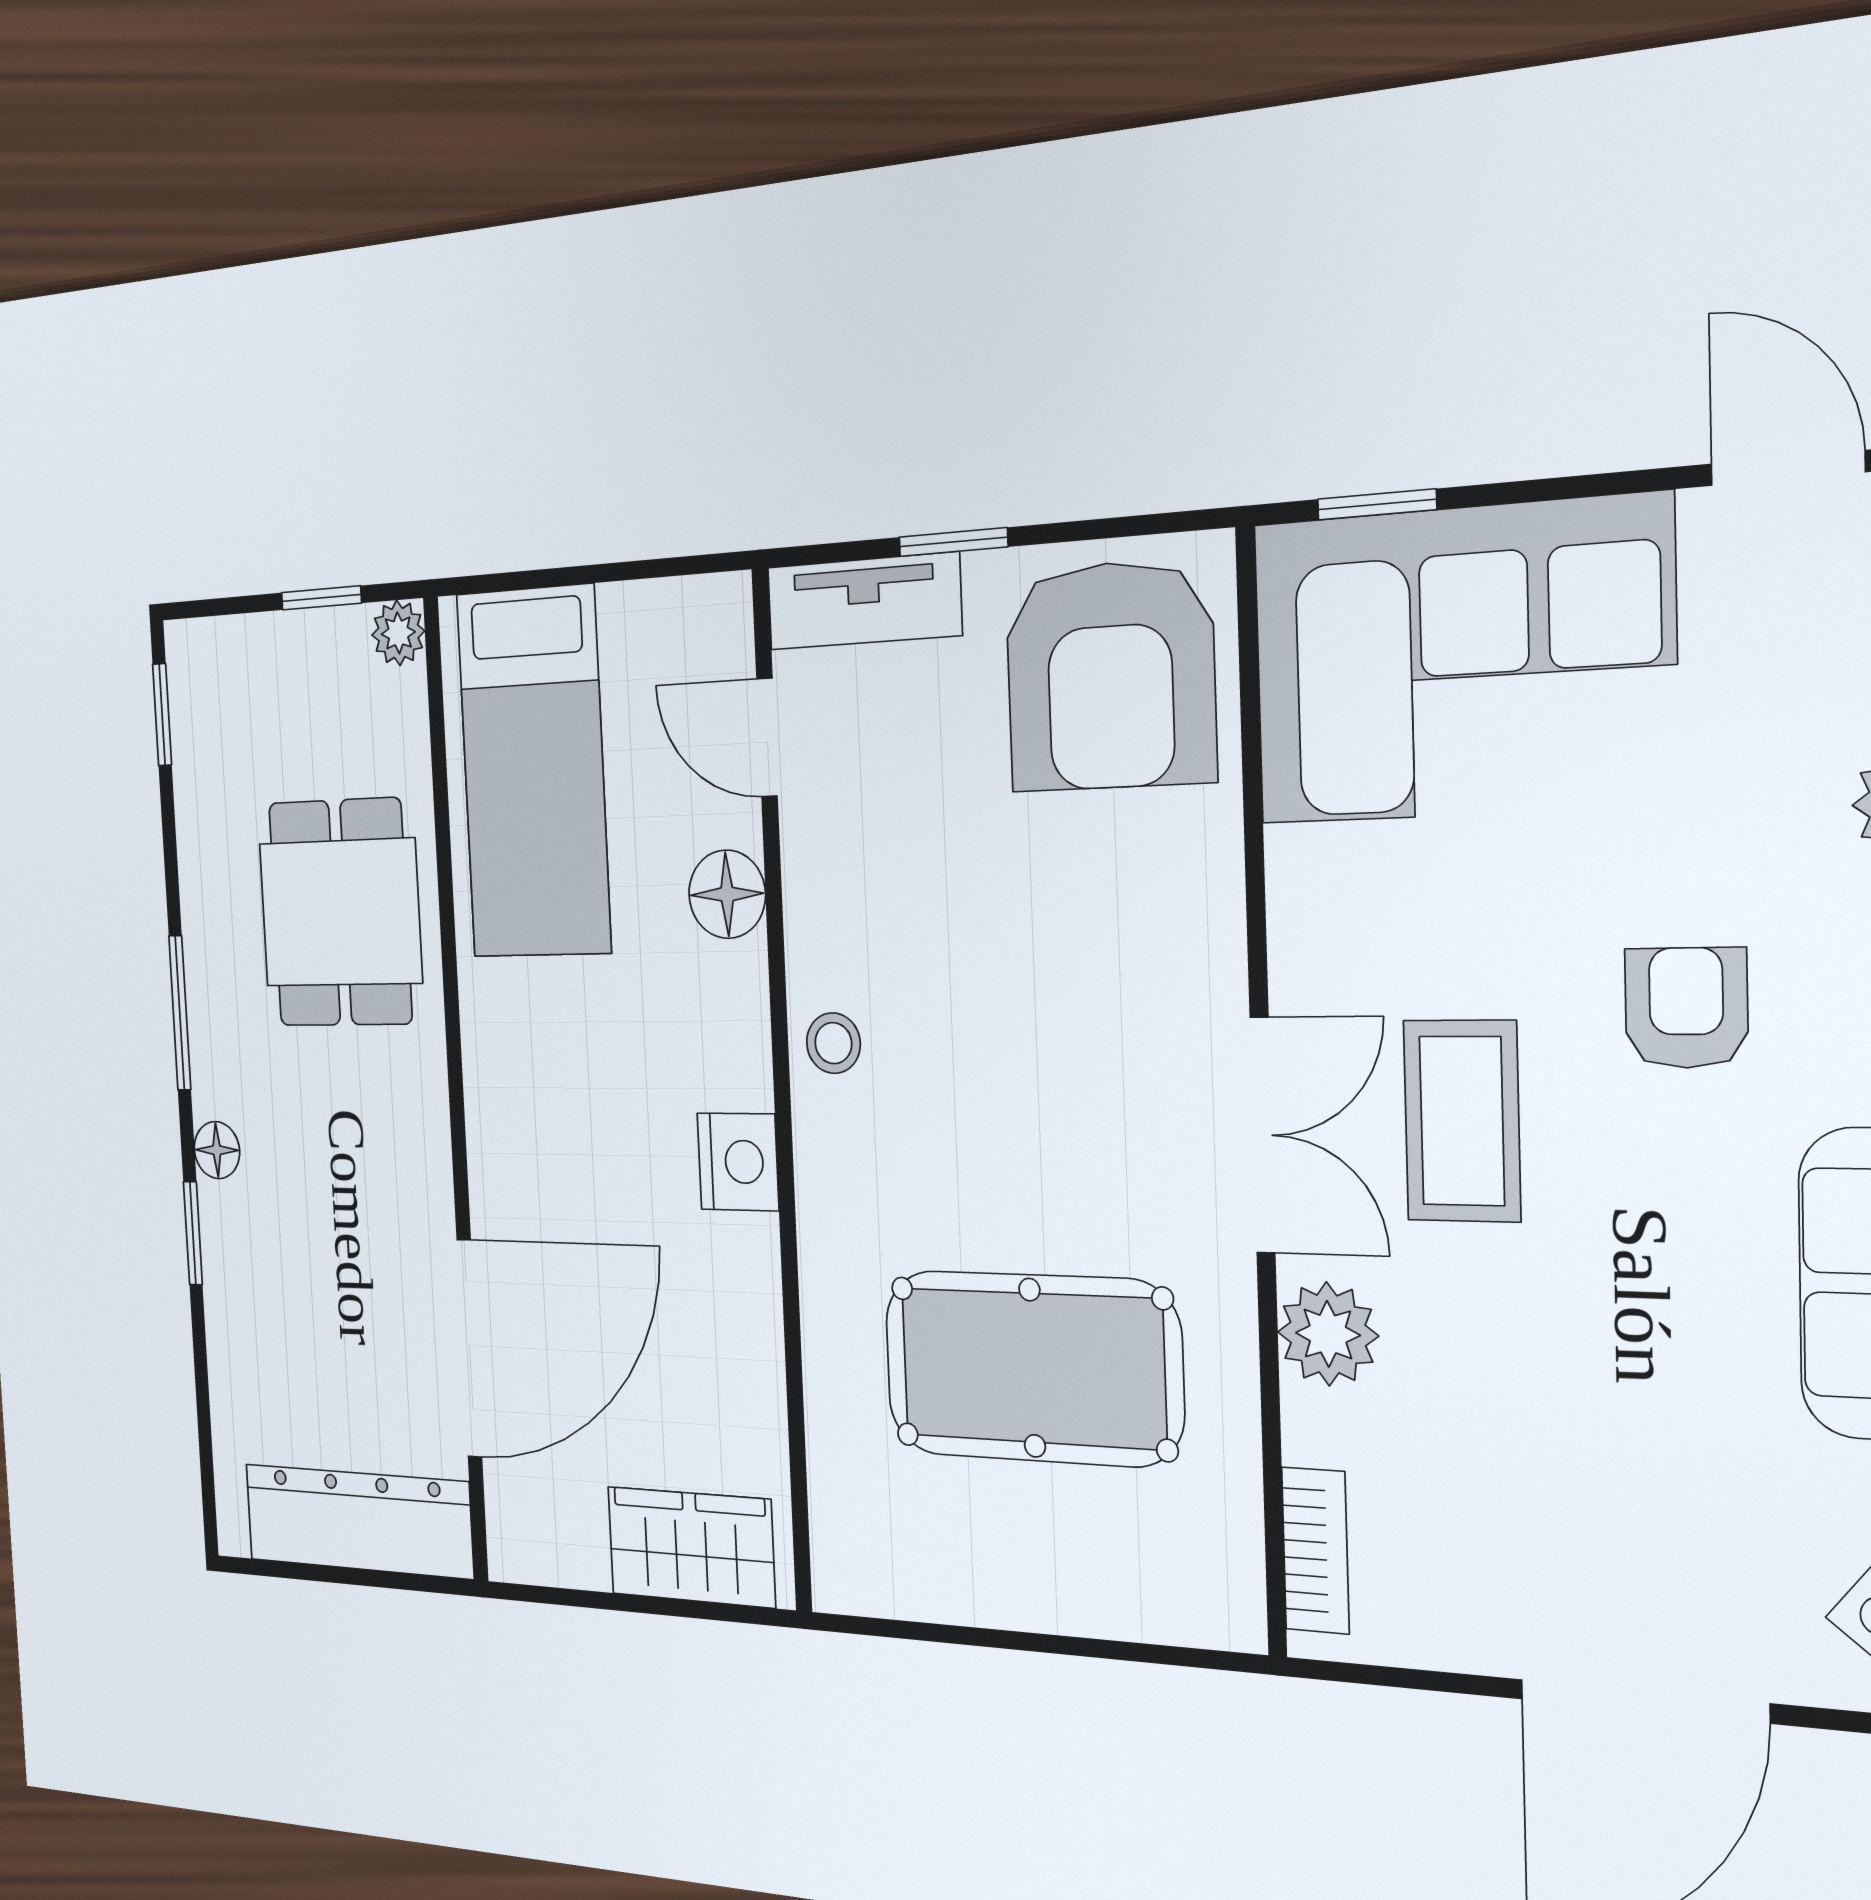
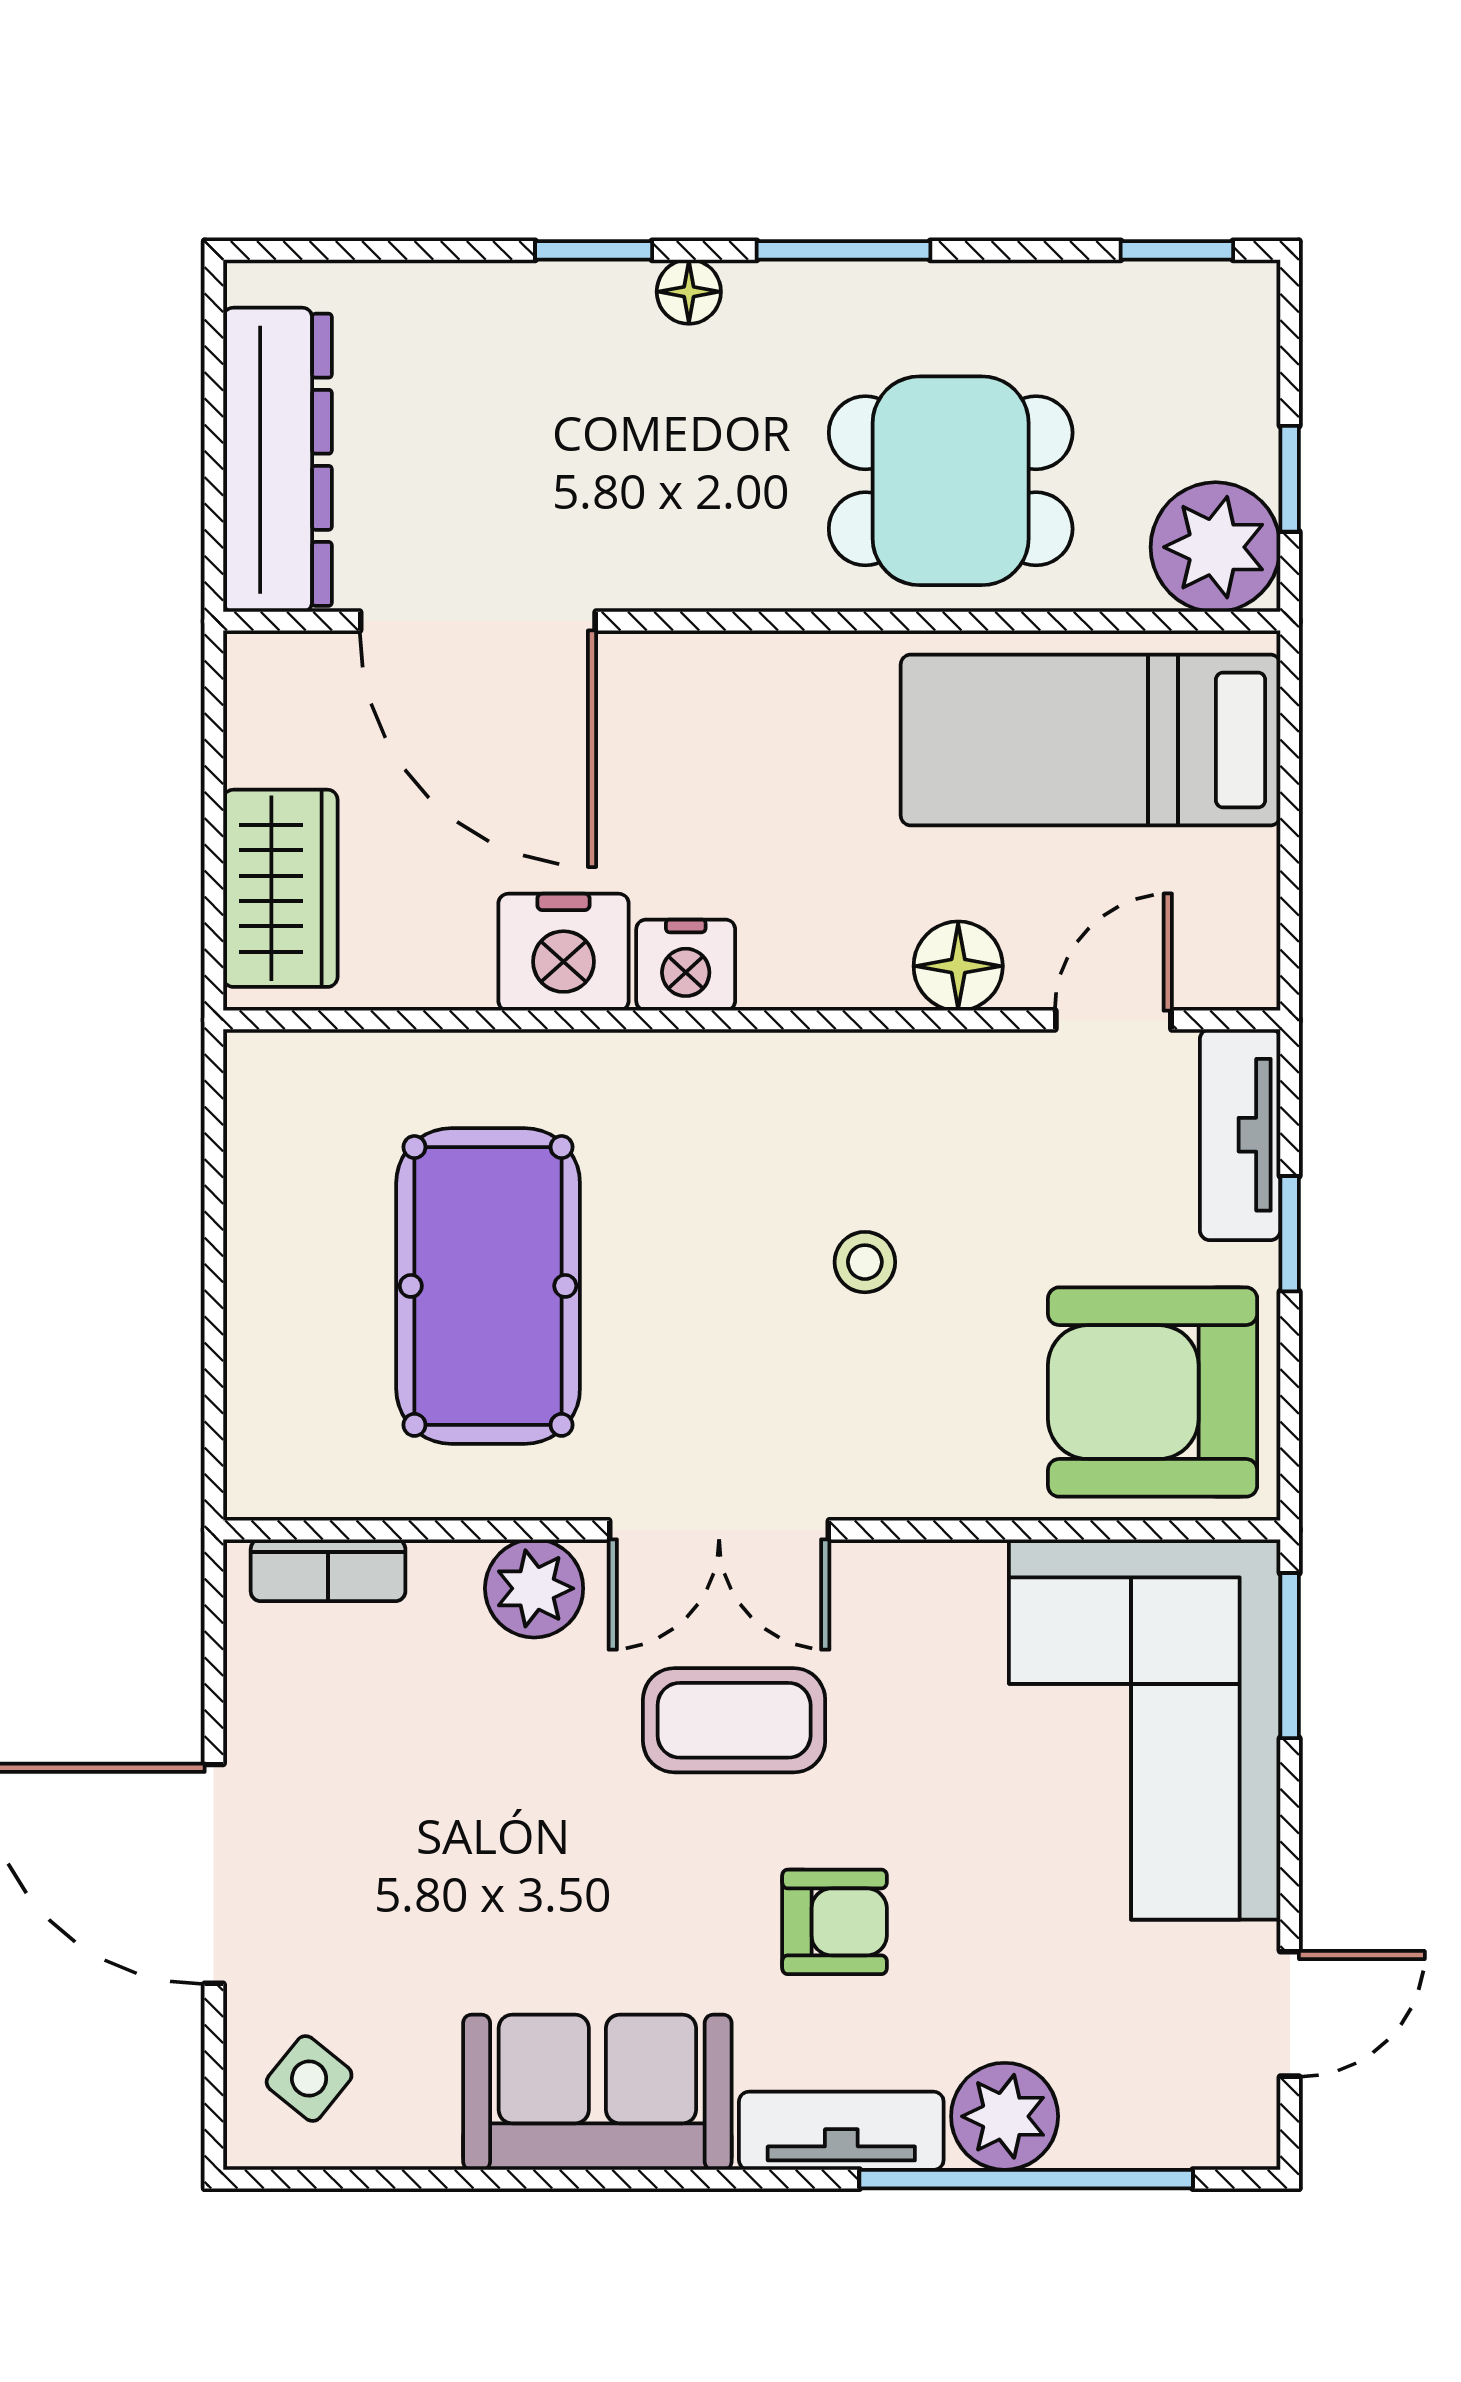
window: (1377, 504) -> (1290, 1656), width x1.50
plant: (398, 633) -> (1216, 547), width x1.88, depth x1.88
stool: (833, 1043) -> (865, 1262), moved
nightstand: (732, 1280) -> (564, 952), added

